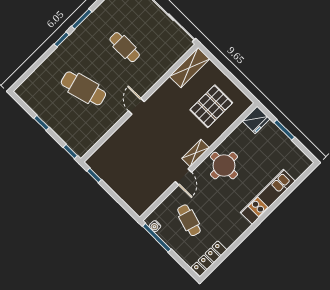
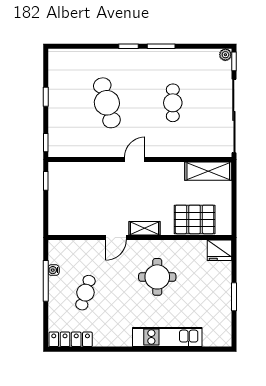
fridge: (256, 120) -> (219, 250), moved
shelving: (195, 153) -> (145, 228), moved
wall: (198, 162) -> (140, 238), moved
door: (183, 177) -> (116, 238), moved

